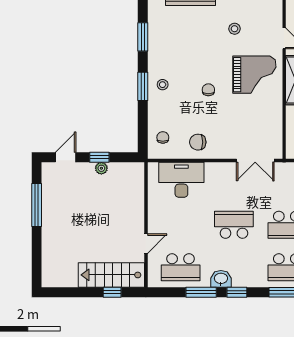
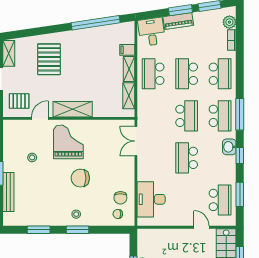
chair: (208, 90) -> (80, 178), width x1.87, depth x1.87
chair: (198, 142) -> (120, 198), moved
double door: (255, 160) -> (136, 141), swing flipped
washbasin: (221, 279) -> (229, 147), moved
window: (201, 292) -> (240, 194), moved

